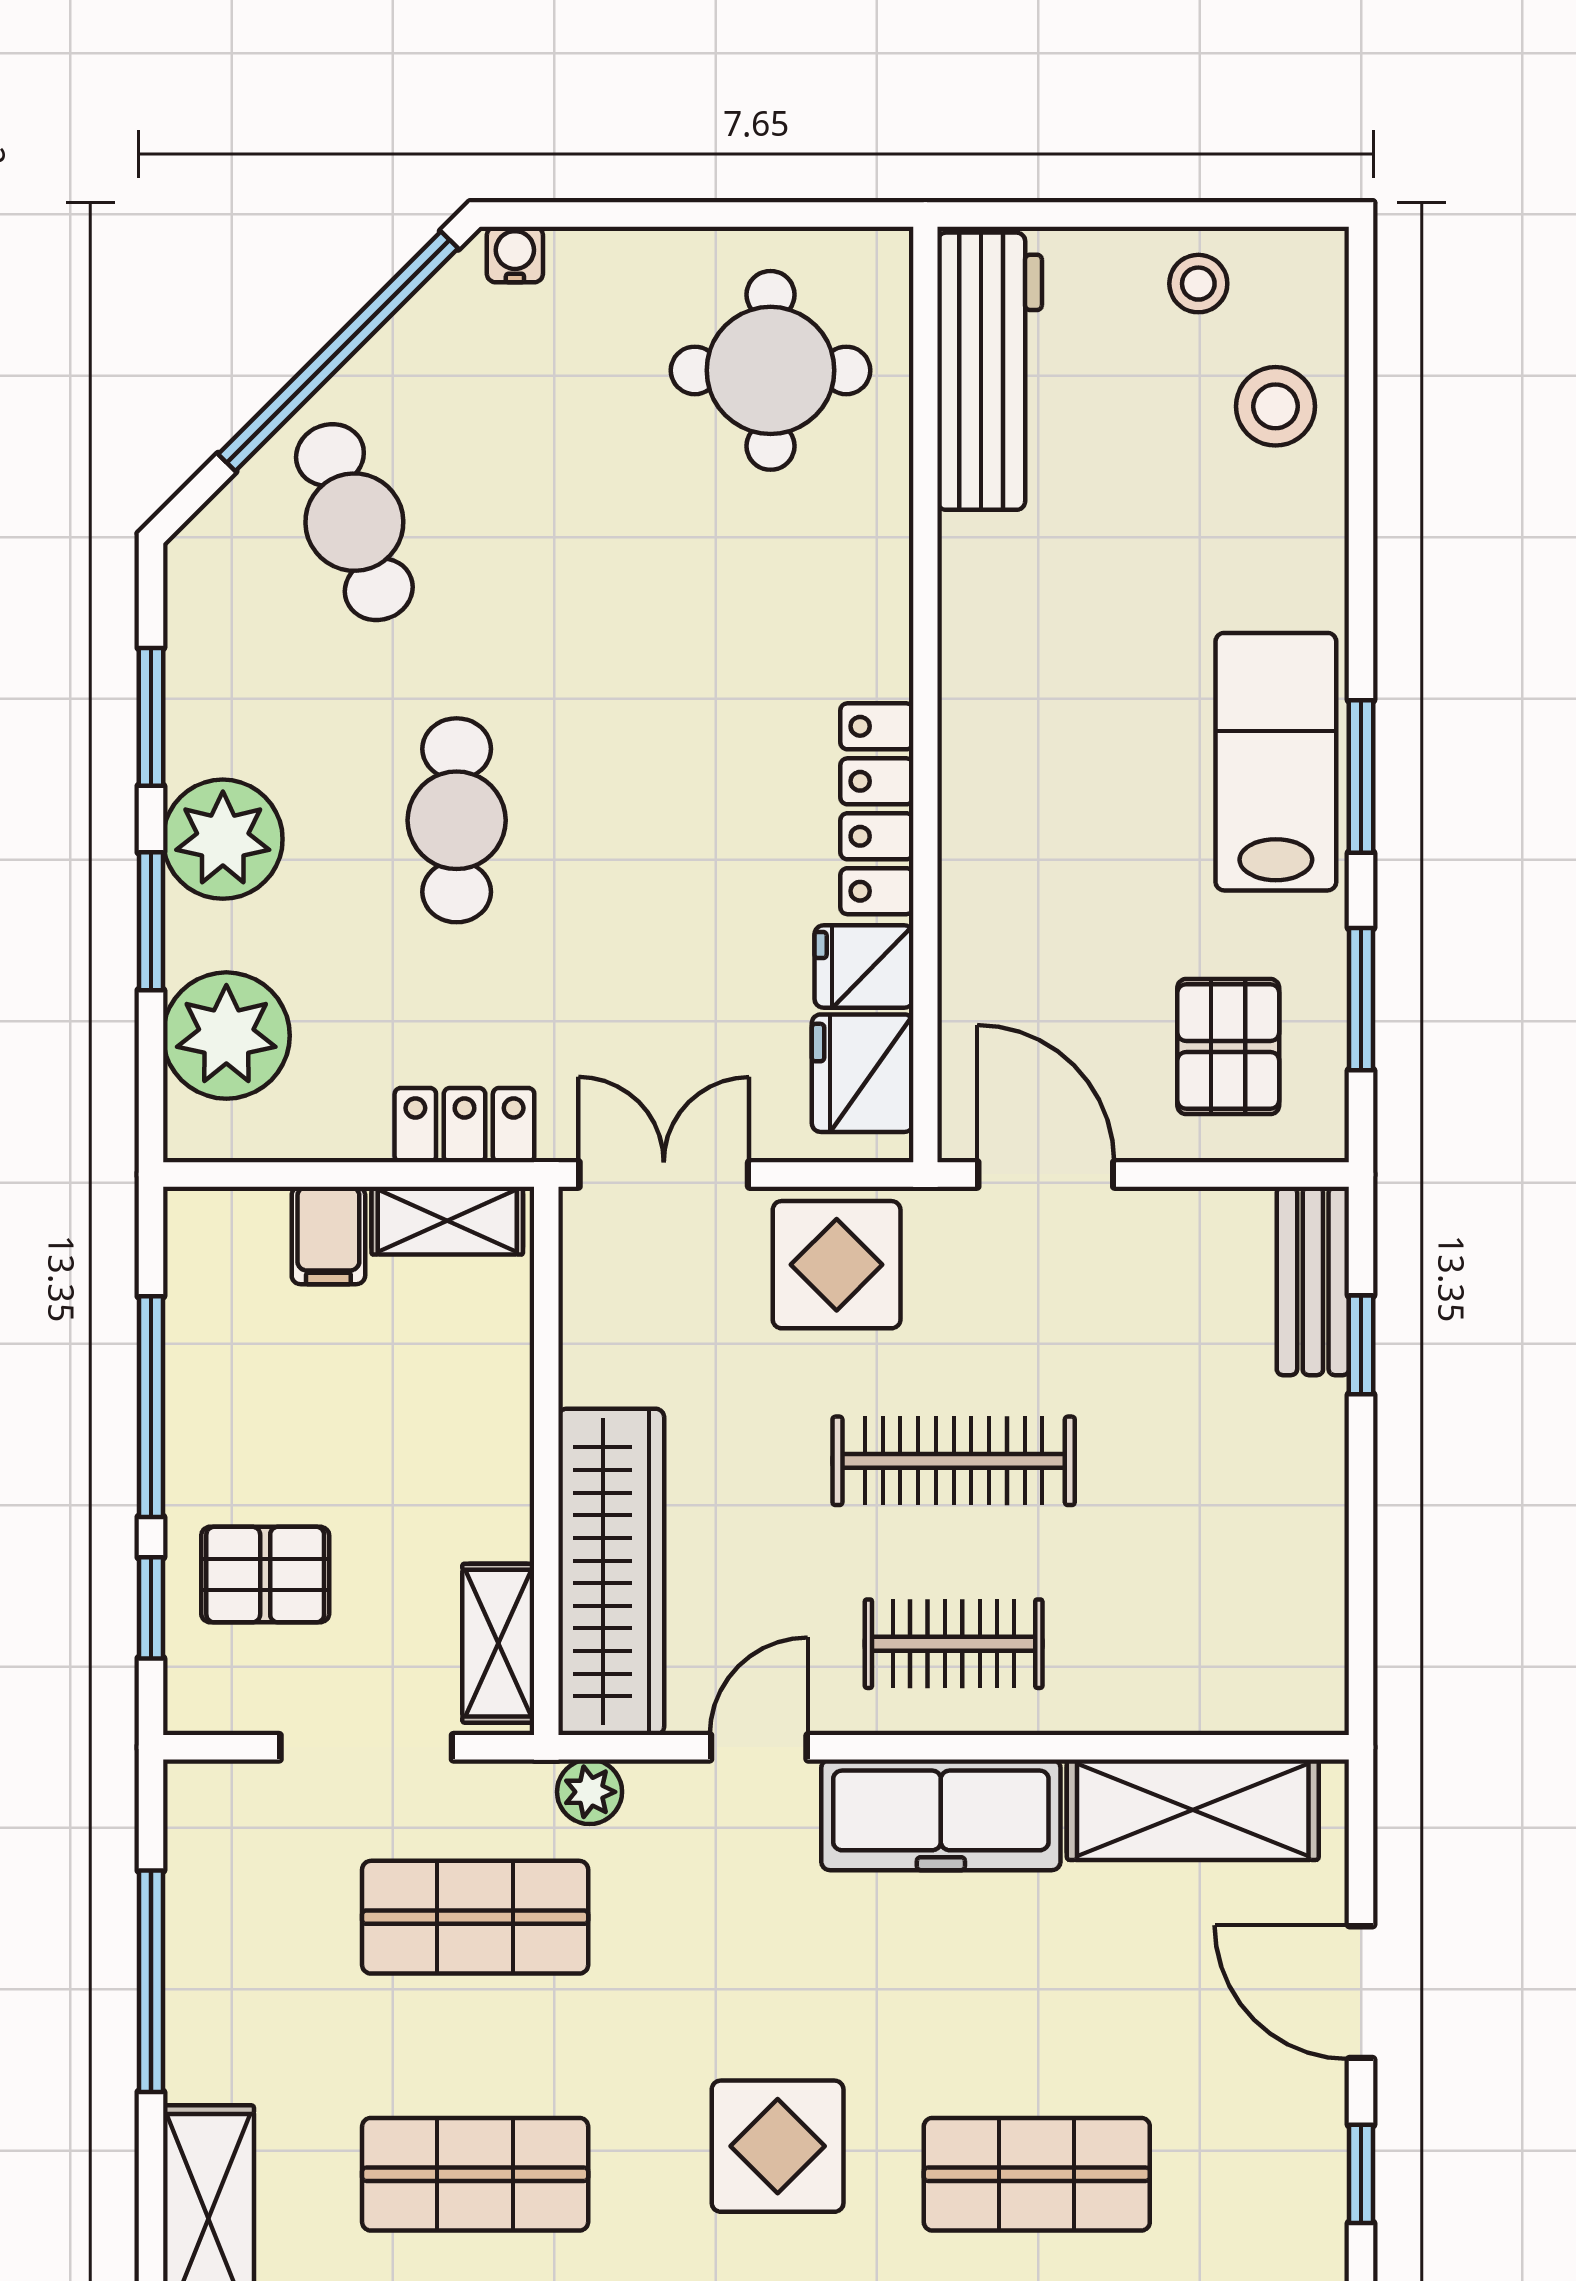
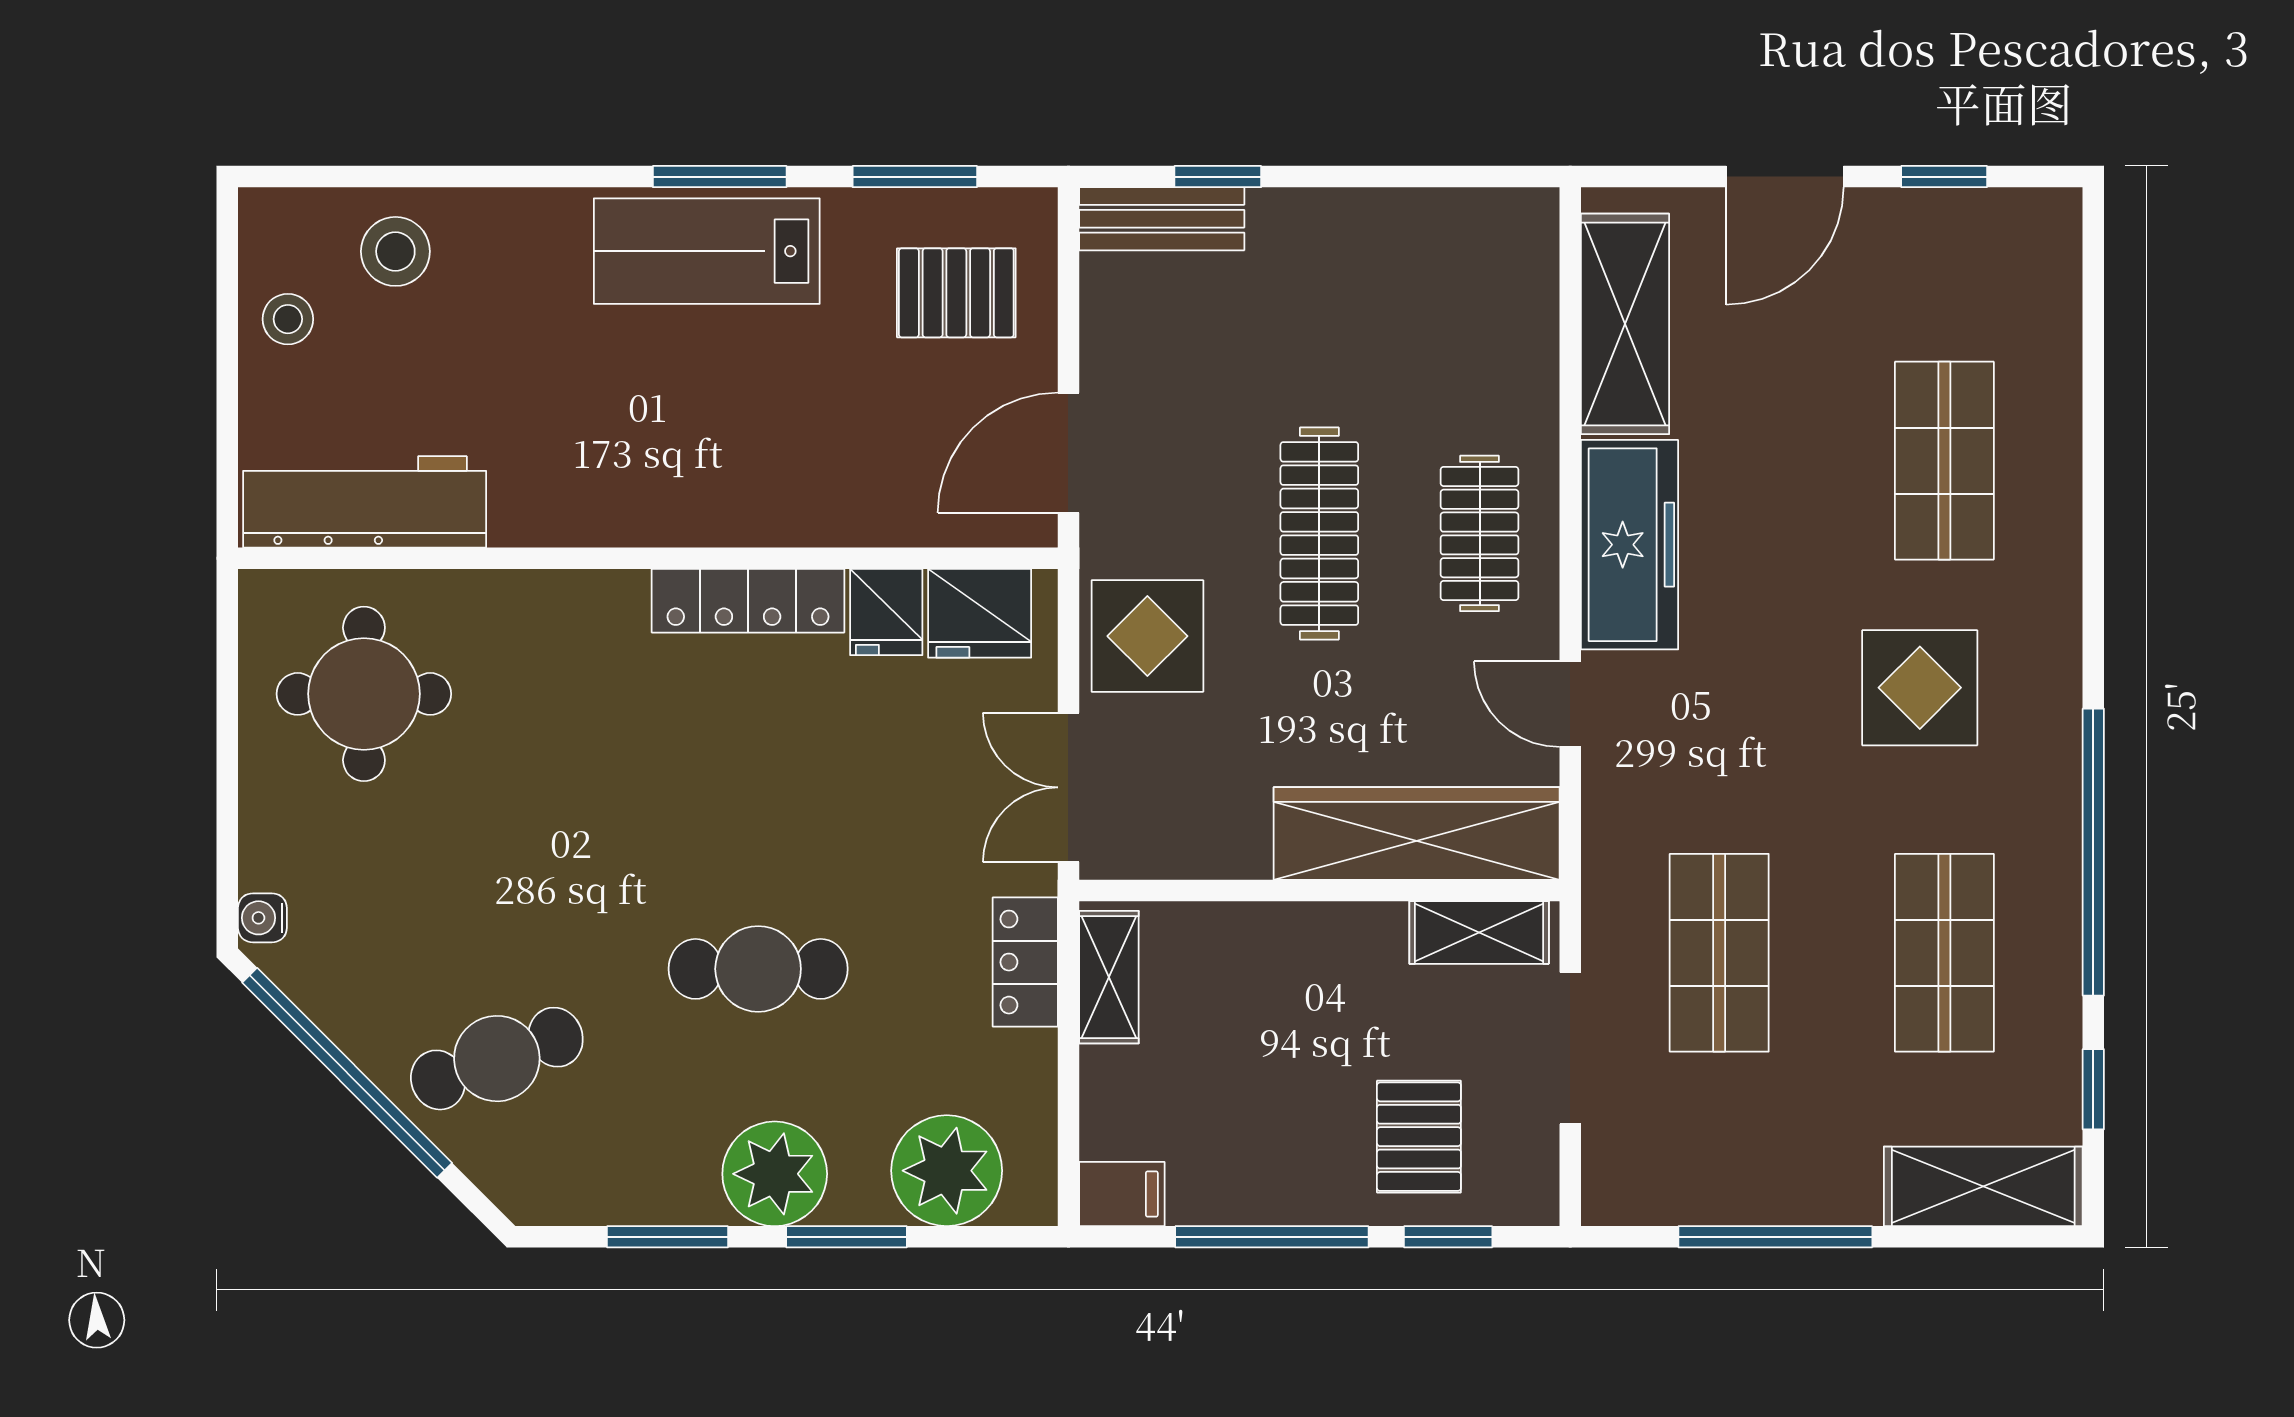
filing cabinet: (328, 1235) -> (1122, 1194), moved
plant: (590, 1792) -> (1609, 852), removed

